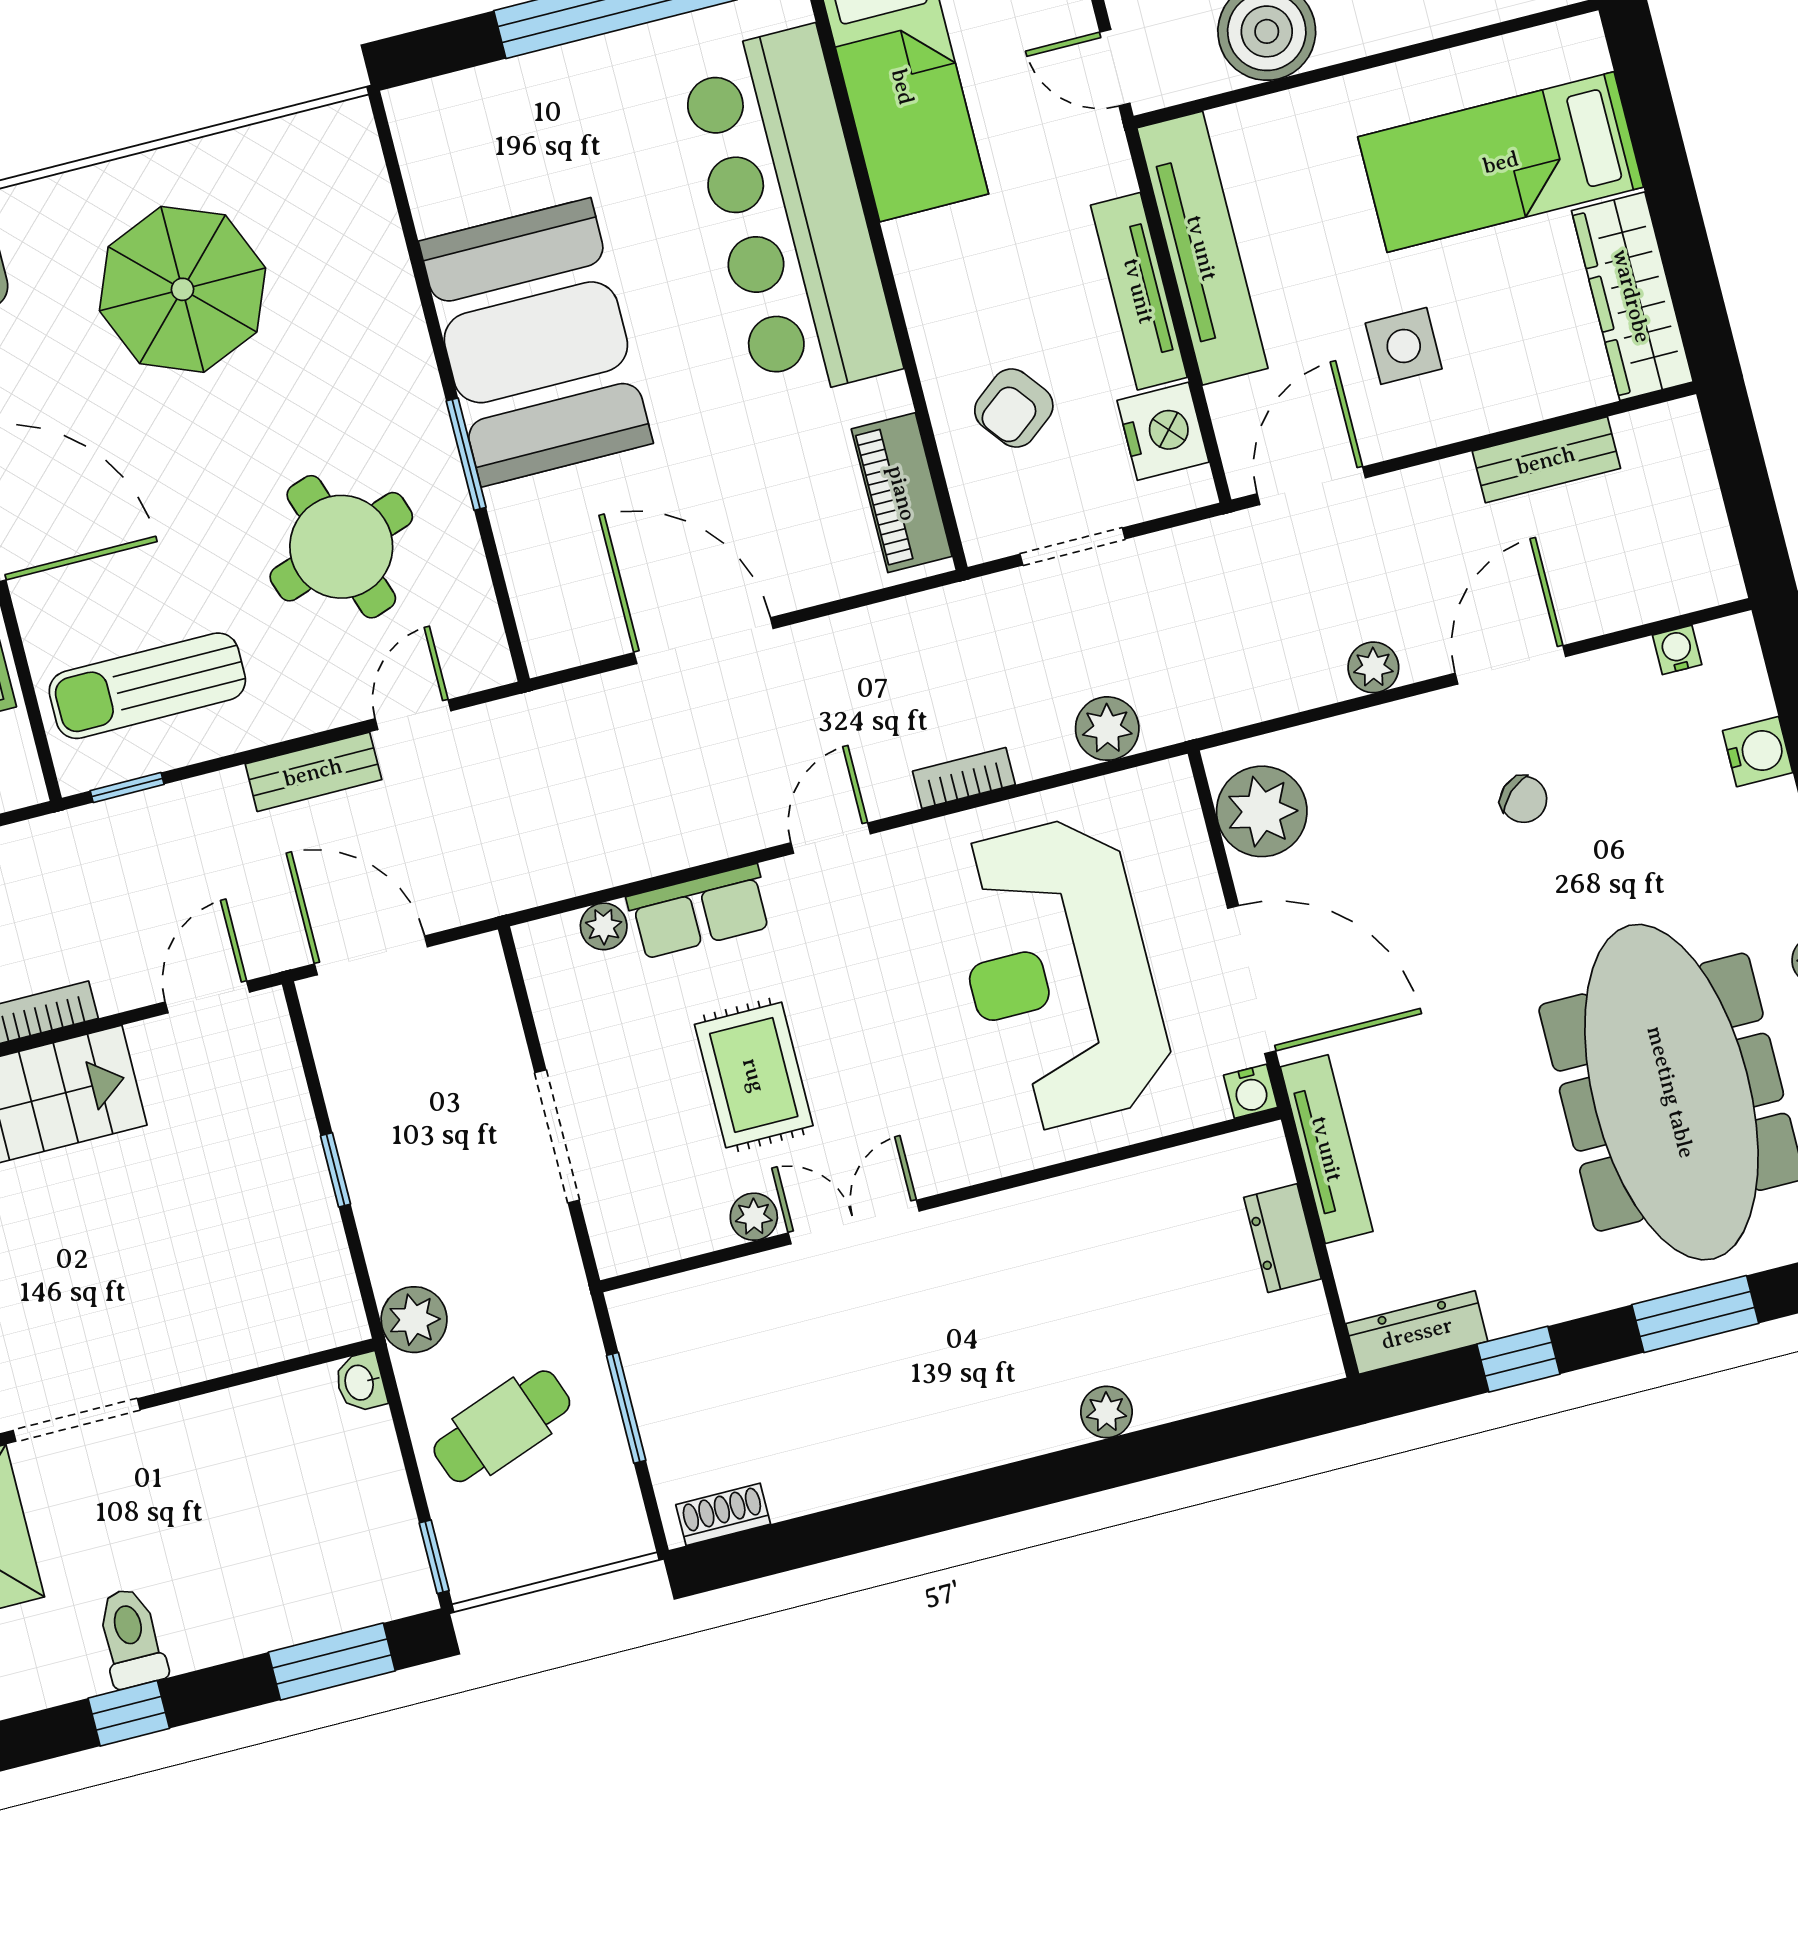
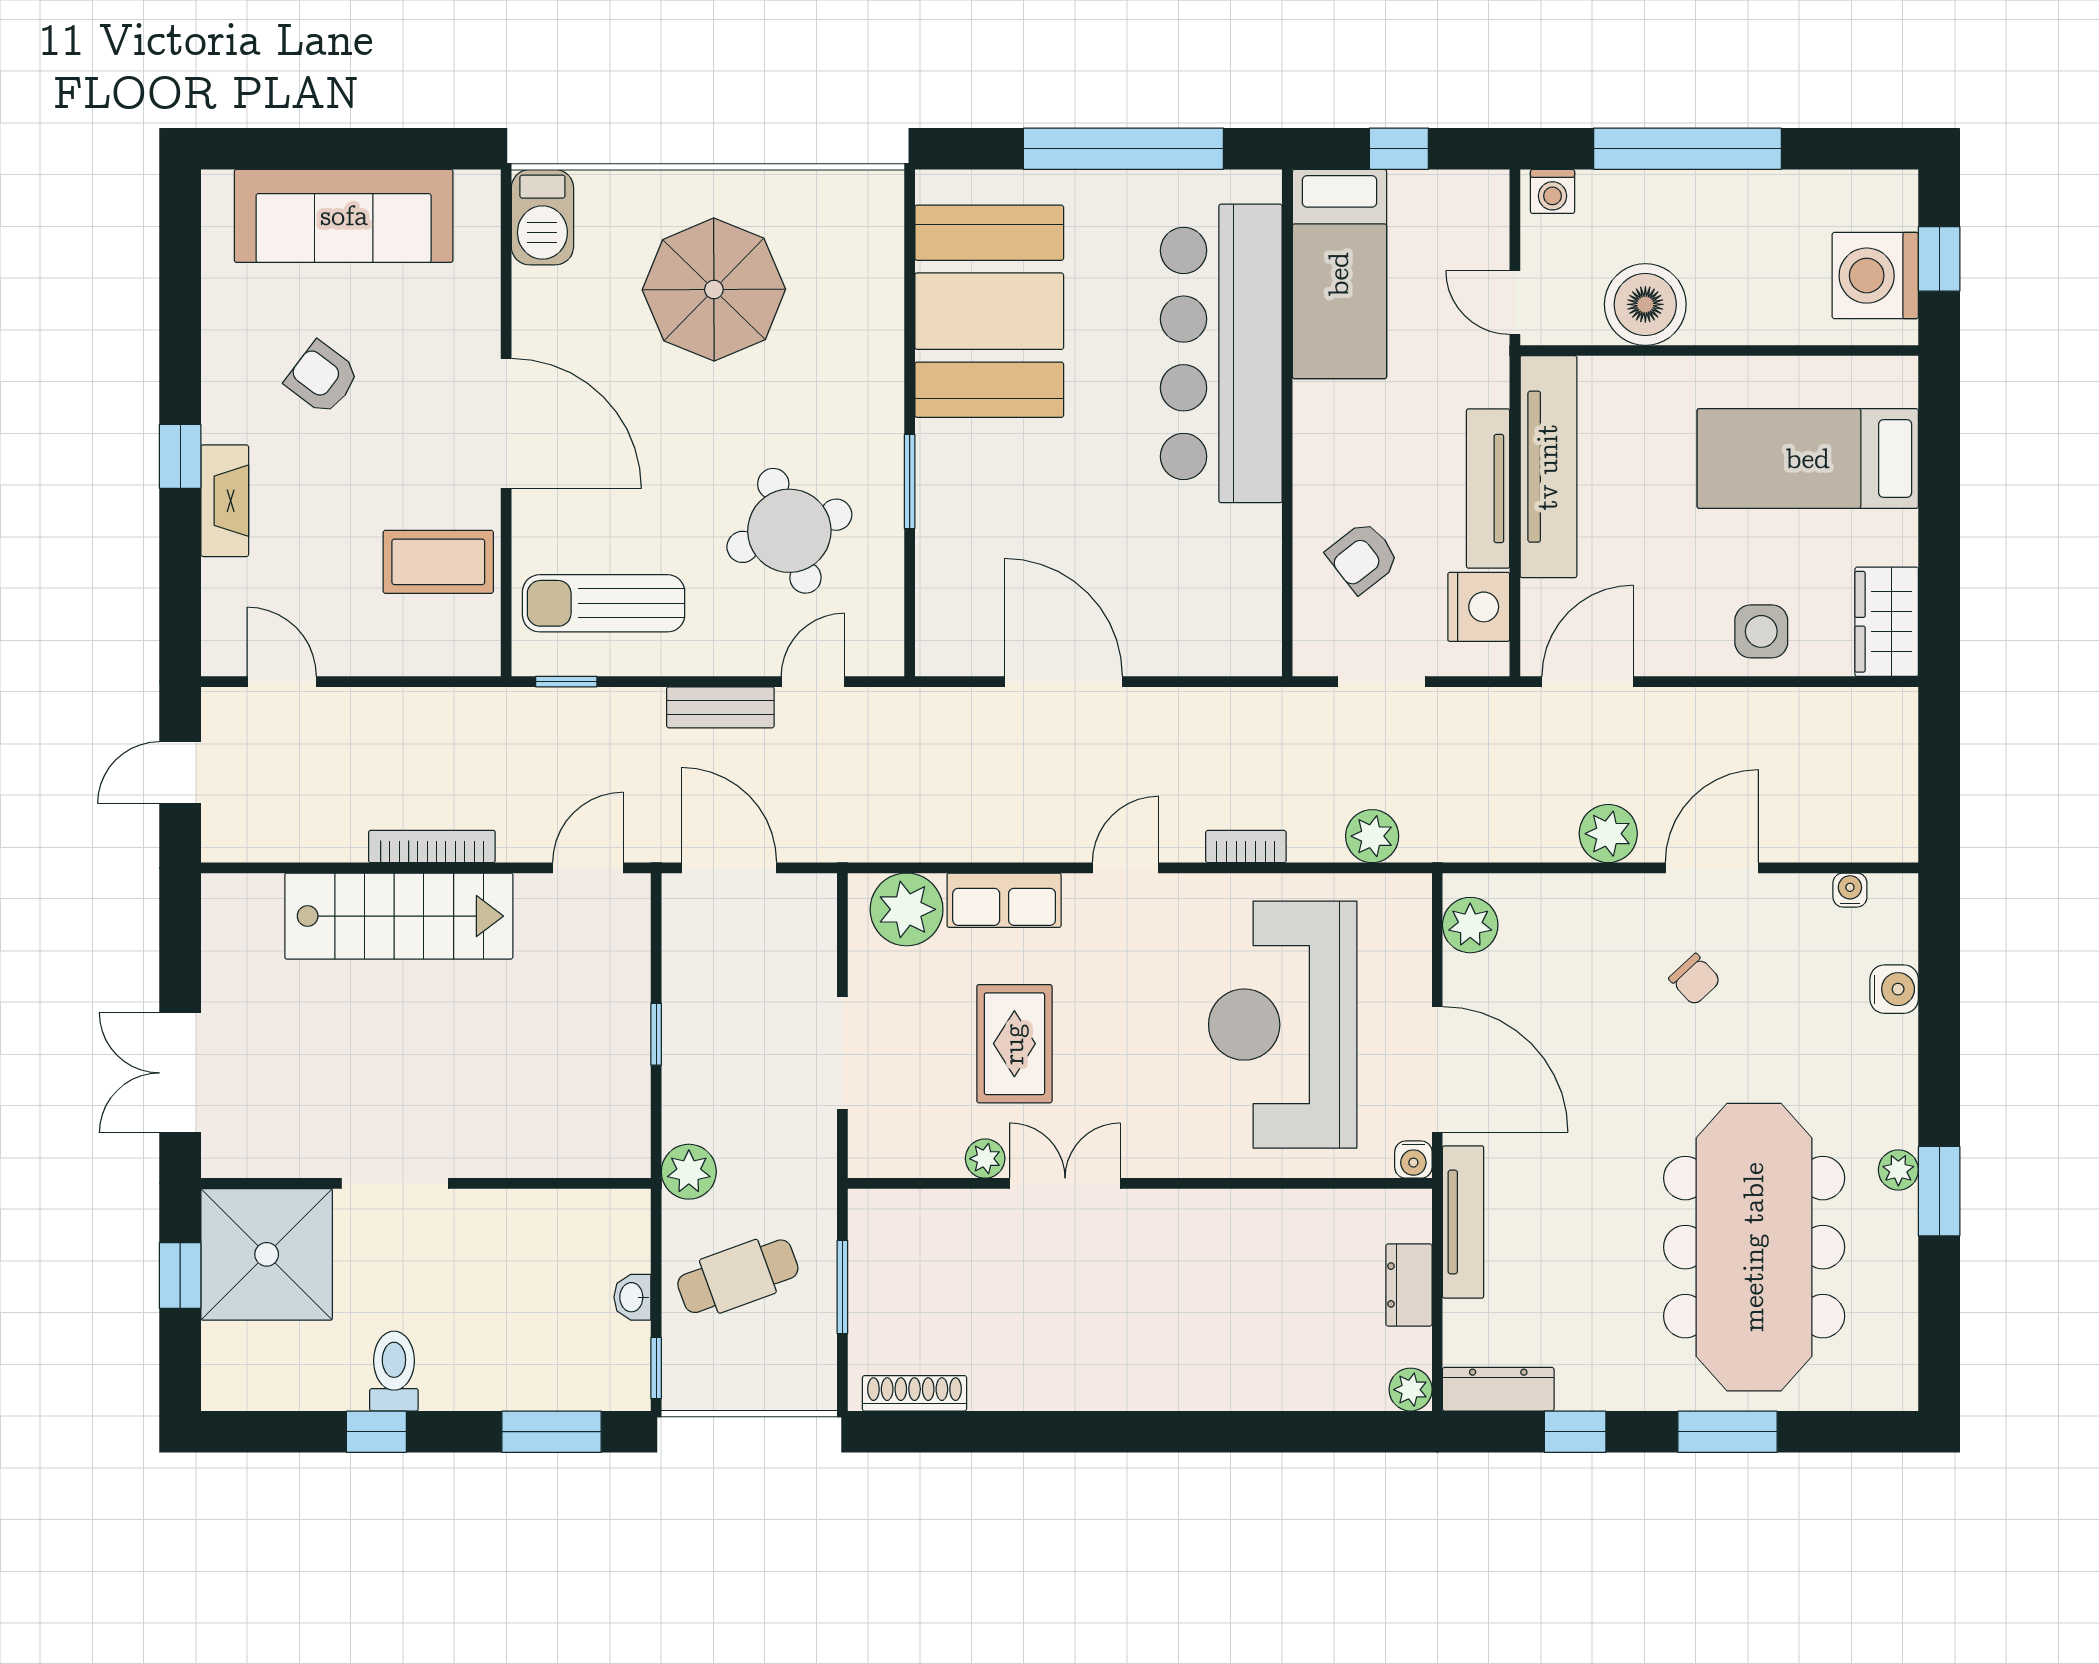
wardrobe: (1632, 296) -> (1887, 622), width x0.67
booth: (536, 342) -> (989, 311), moved
side table: (1404, 346) -> (1761, 631), moved
bench: (1546, 460) -> (1783, 709), removed
piano: (902, 493) -> (1254, 603), removed
plant: (1373, 667) -> (1608, 834), width x1.38, depth x1.38
plant: (1262, 811) -> (1470, 925), width x0.73, depth x0.73
plant: (604, 926) -> (907, 909), width x1.88, depth x1.88
washbasin: (360, 1382) -> (632, 1297), moved
plant: (1106, 1412) -> (1411, 1390), moved
shoe rack: (723, 1514) -> (915, 1393), width x1.43

